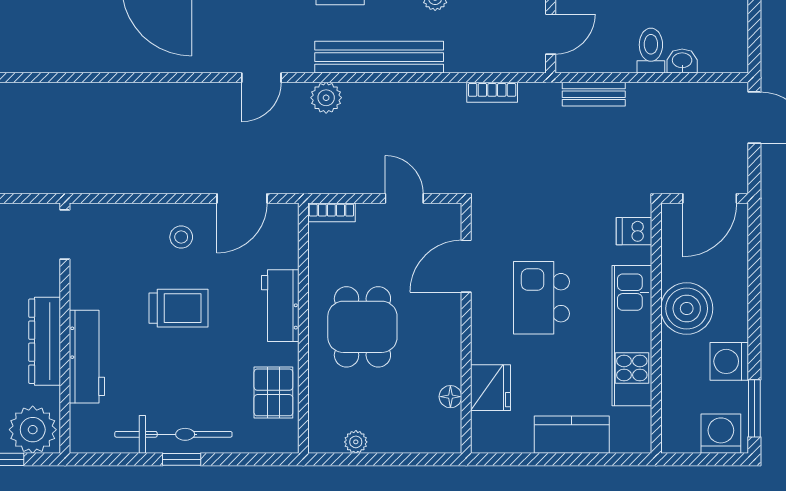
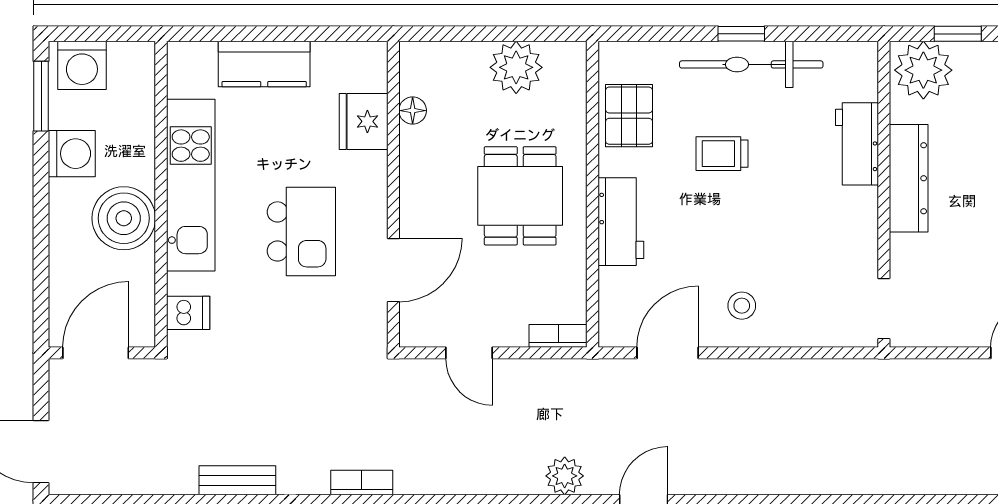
trolley: (178, 308) -> (722, 154), moved, width x0.73, depth x0.72
workbench: (87, 357) -> (857, 144), width x0.73
plant: (356, 442) -> (516, 67), width x1.88, depth x1.88

